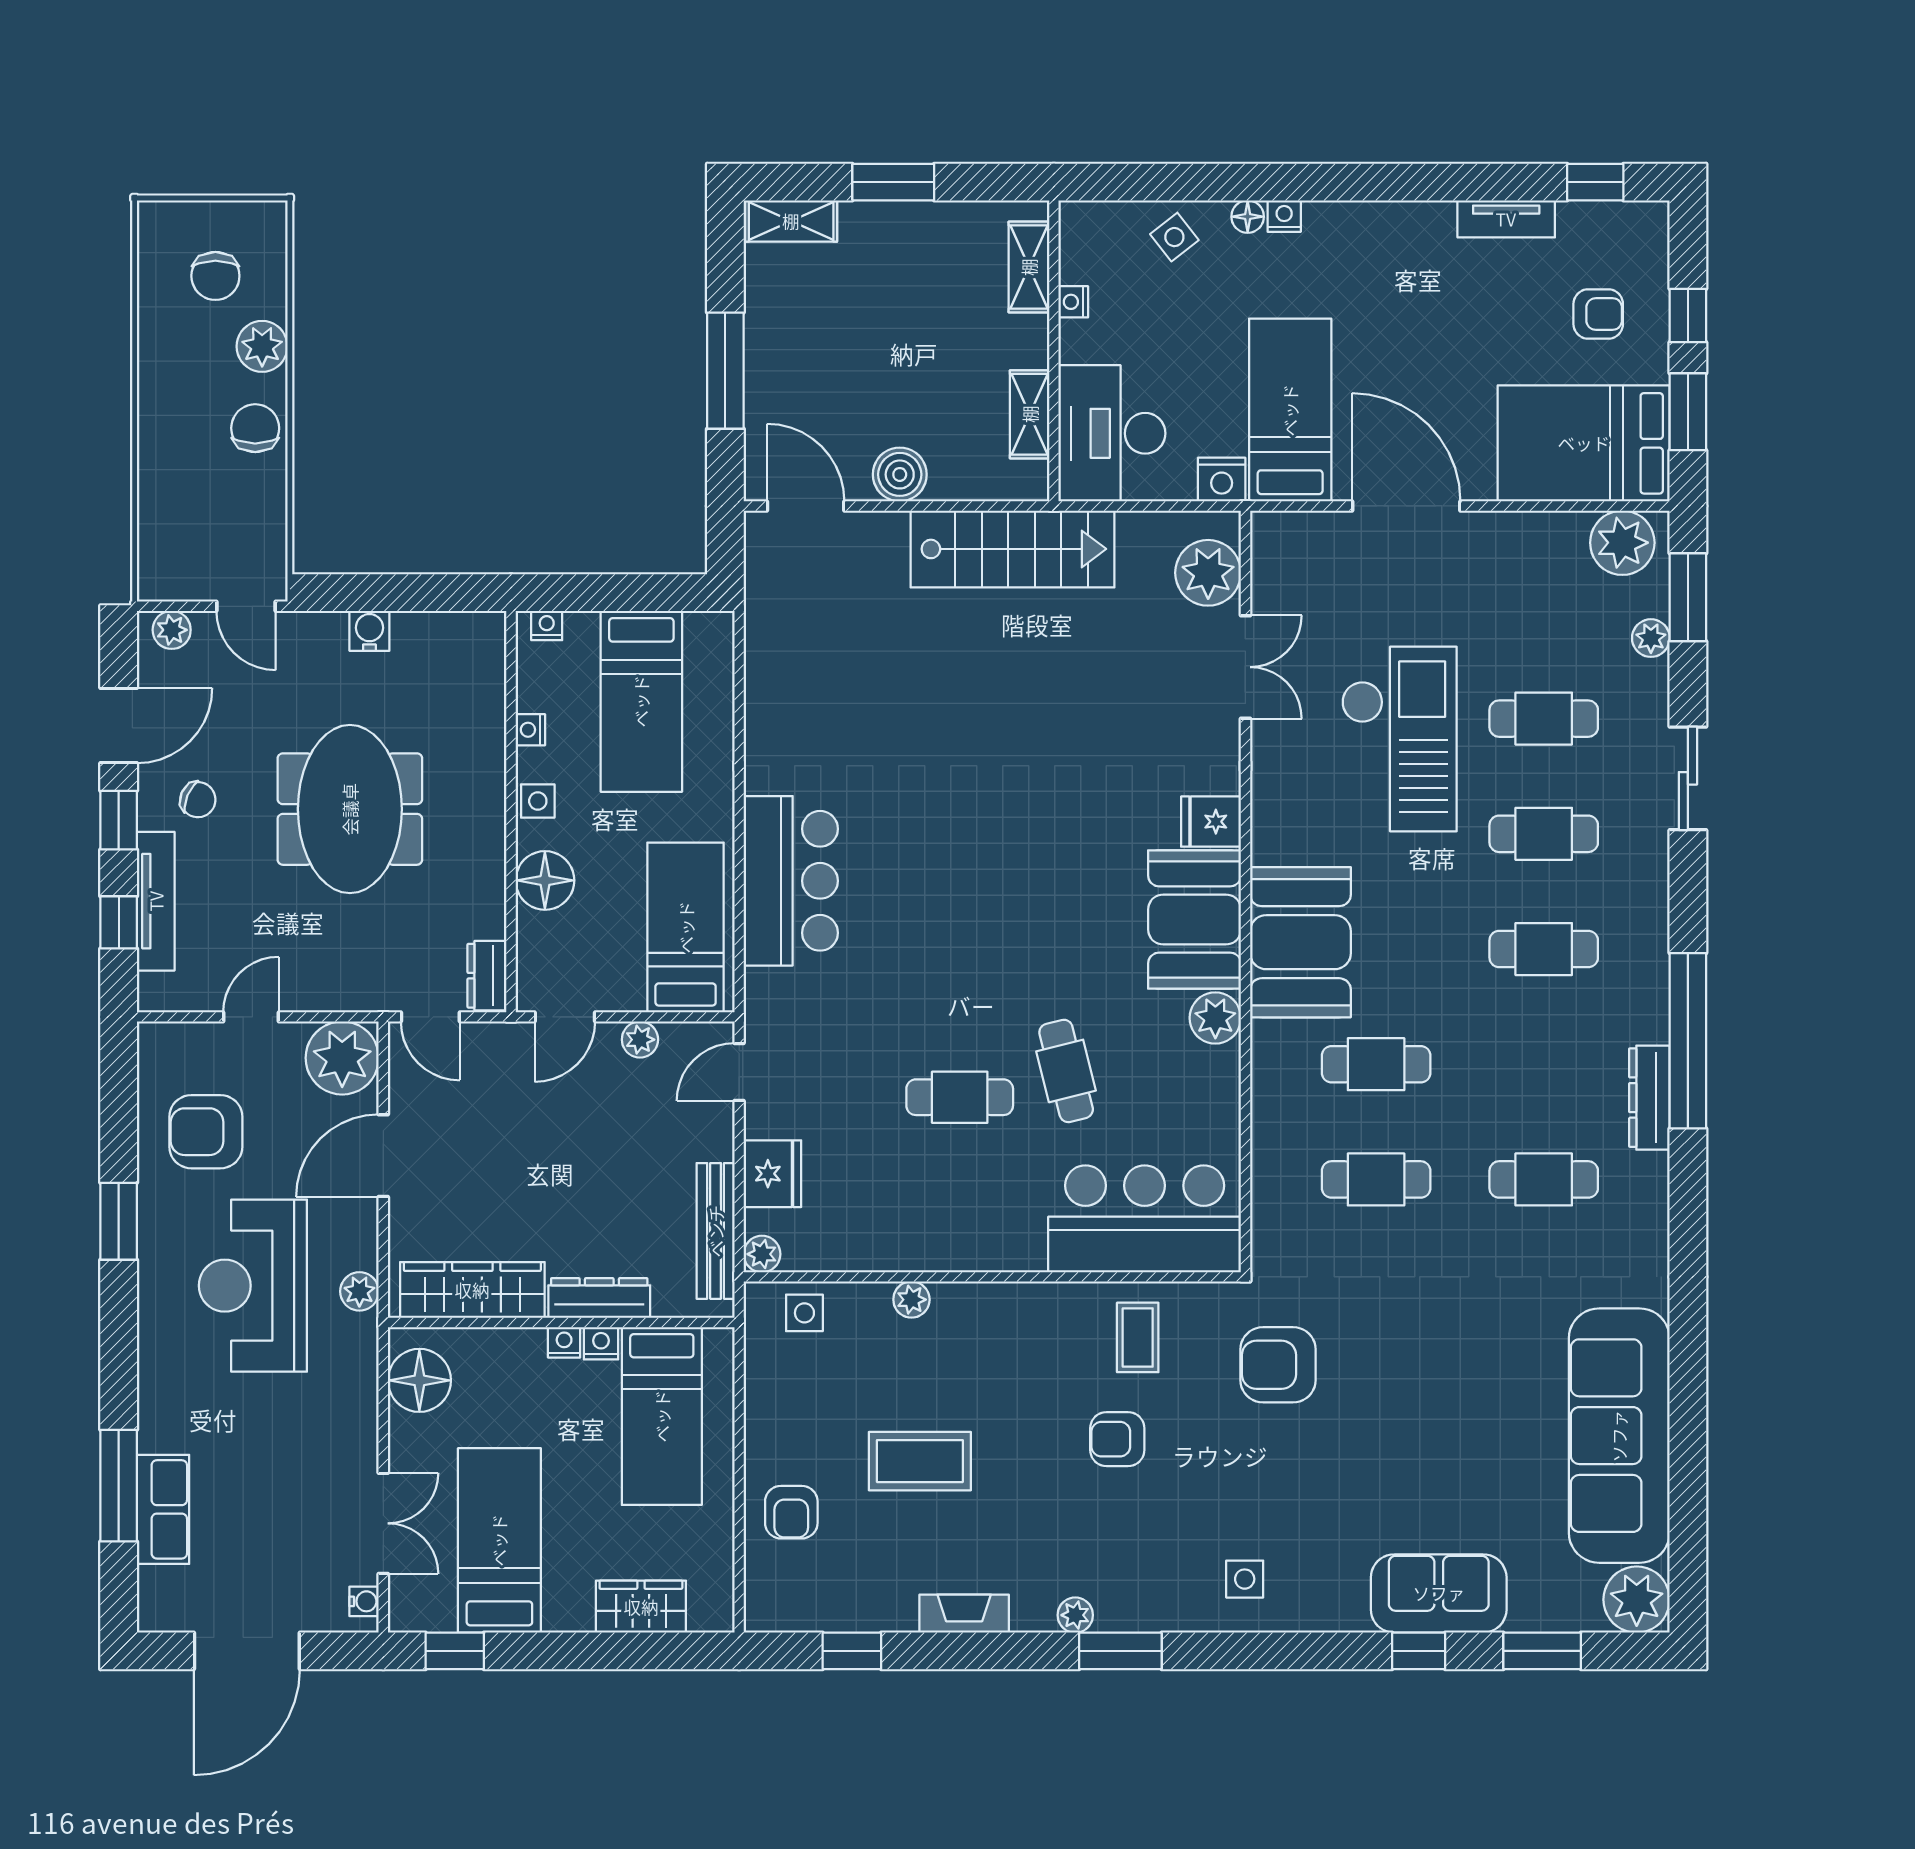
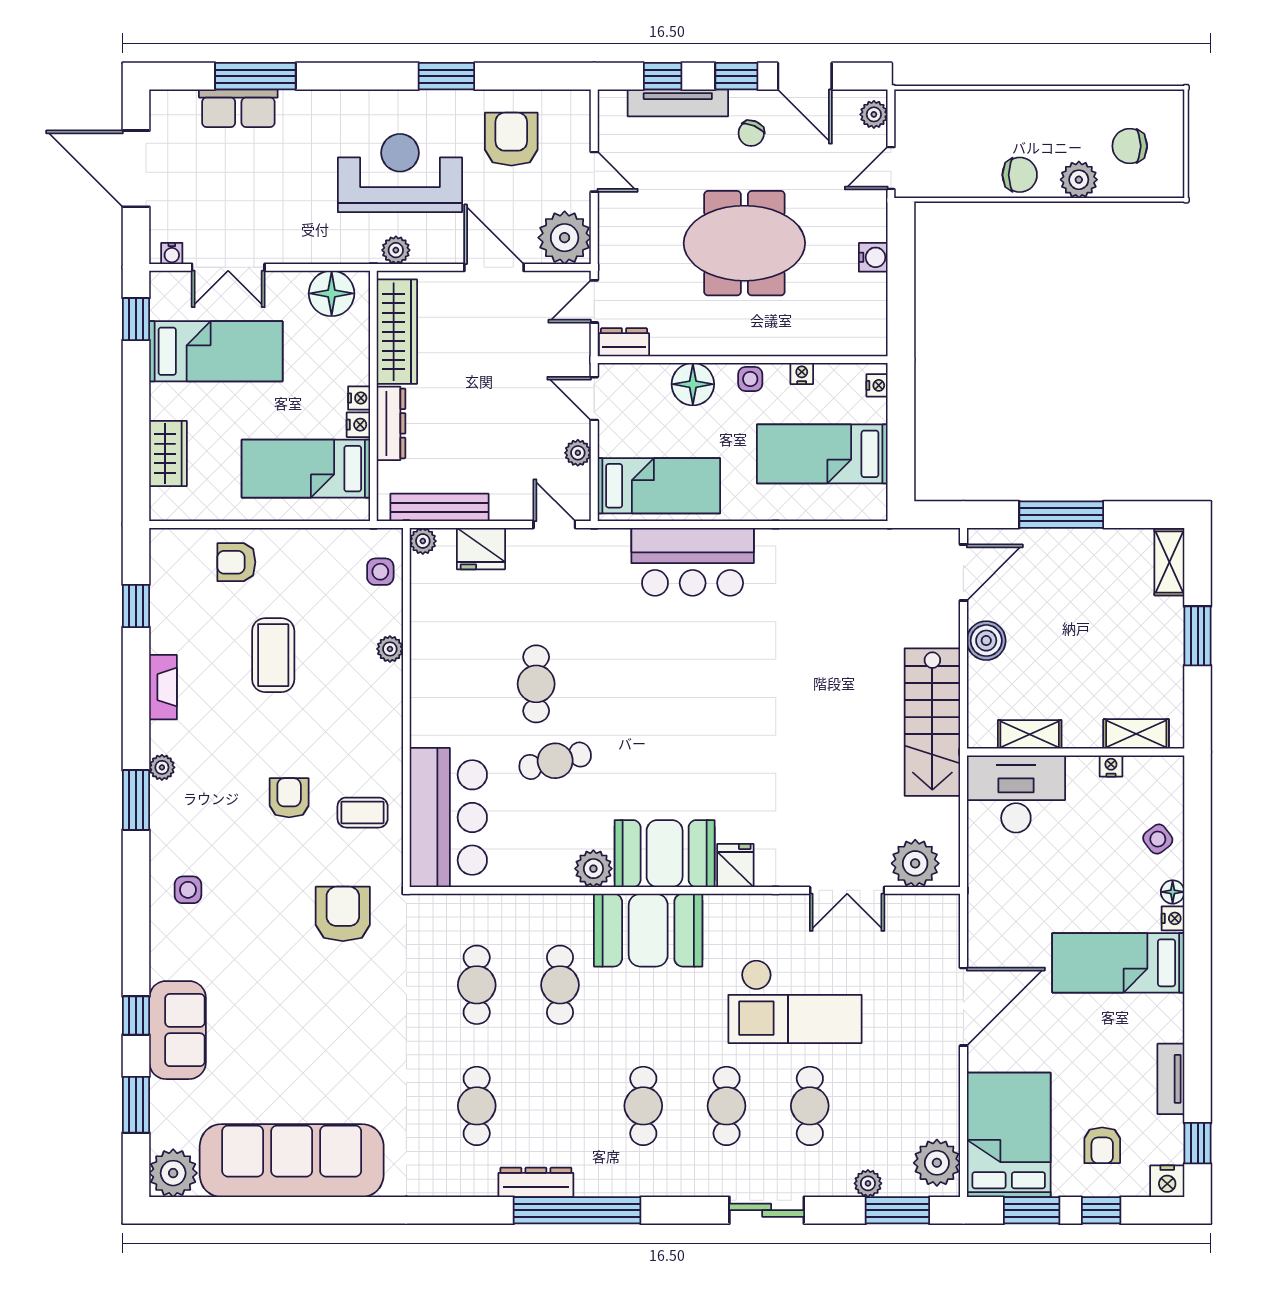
bed: (1290, 410) -> (1118, 963), moved, turned 180
nightstand: (1222, 480) -> (1167, 1181), moved, turned -90

